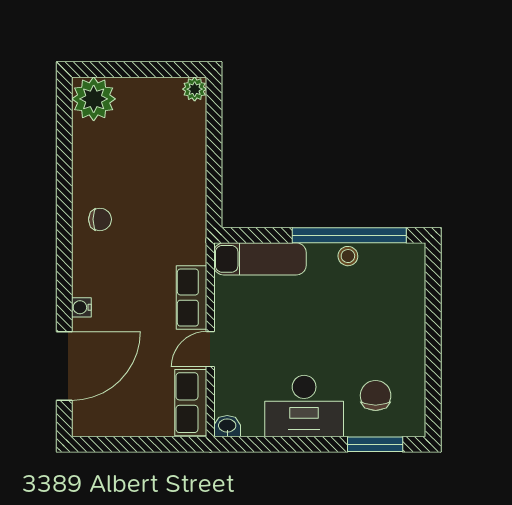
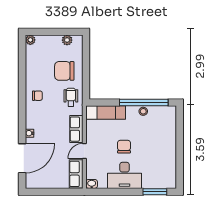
plant: (195, 89) -> (67, 40), moved
plant: (94, 99) -> (30, 40), width x0.53, depth x0.53
chair: (163, 161) -> (64, 71), added
wheelchair: (178, 223) -> (71, 97), added
chair: (376, 395) -> (124, 147), moved

